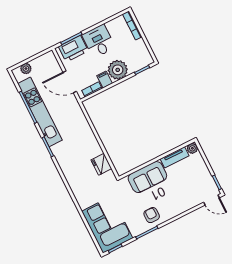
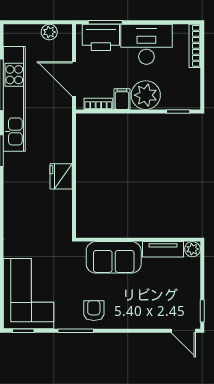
desk: (99, 41) -> (146, 44), width x1.37
plant: (26, 69) -> (49, 32), moved
fridge: (101, 164) -> (61, 176), moved

